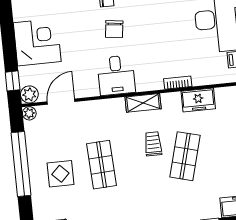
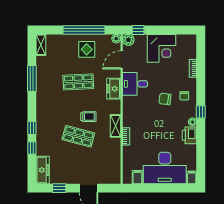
desk: (116, 75) -> (135, 84), moved
freezer: (198, 100) -> (114, 89), moved
door: (61, 102) -> (122, 60), swing flipped
shelving: (143, 103) -> (116, 126), moved
display table: (60, 174) -> (87, 49), moved

